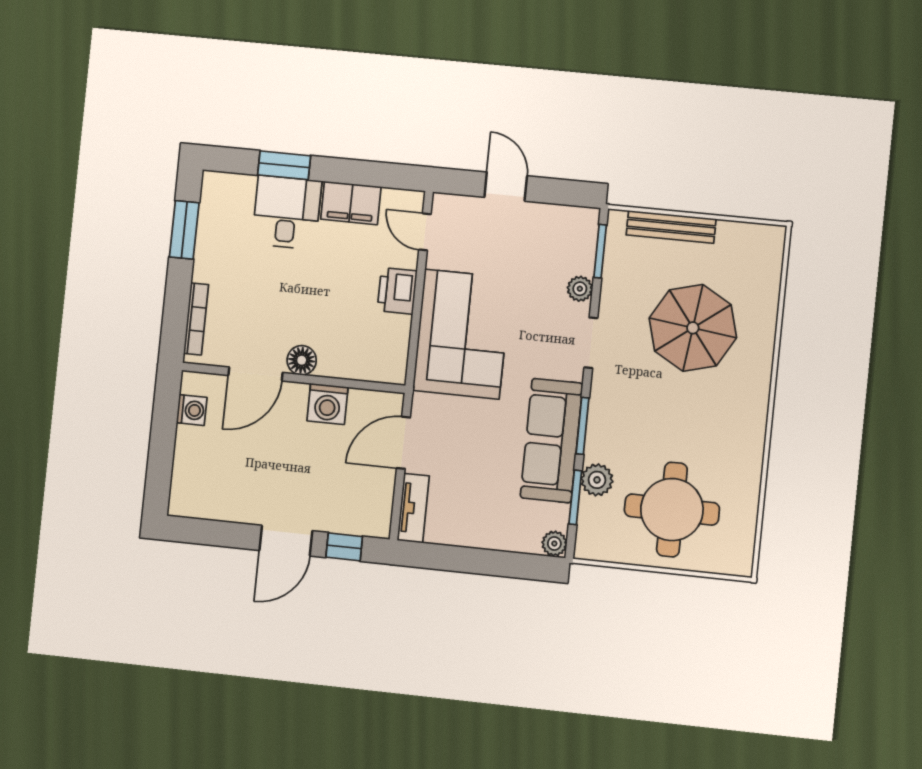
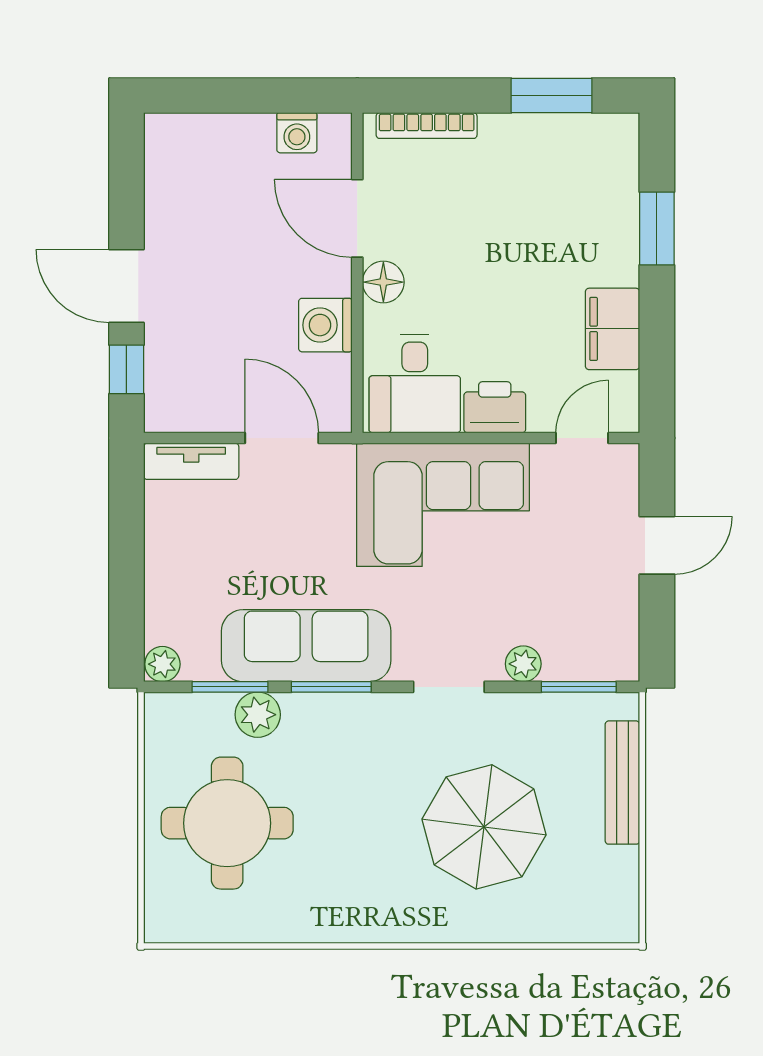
desk: (287, 212) -> (415, 384), moved, turned 90

